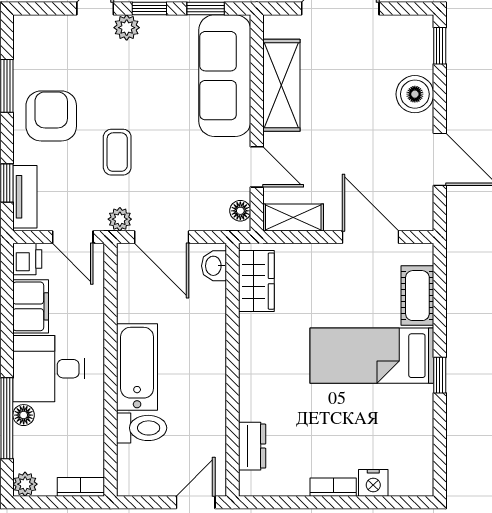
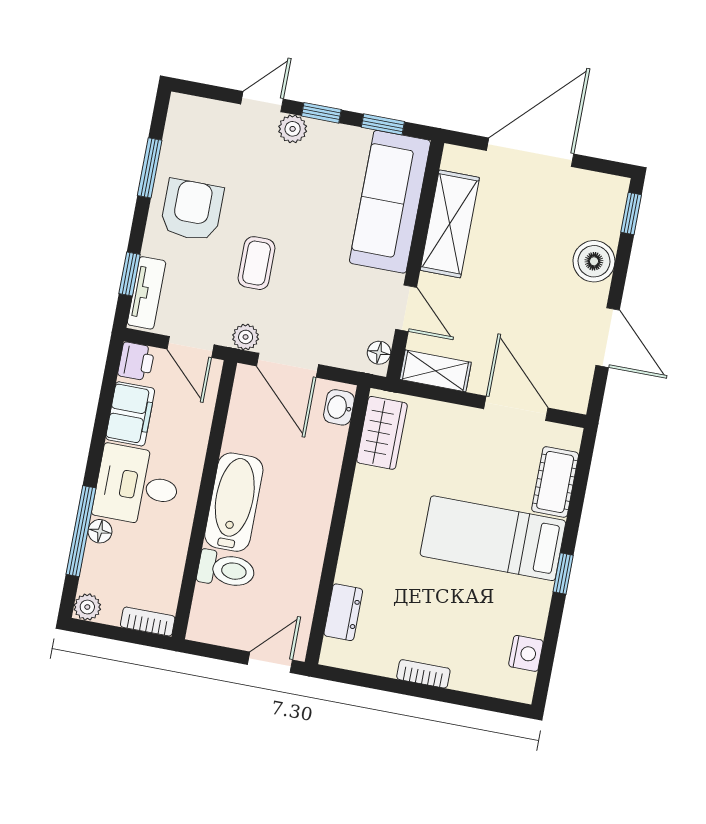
nightstand: (373, 483) -> (526, 653), moved, turned -90

